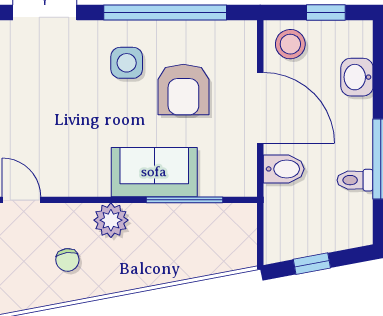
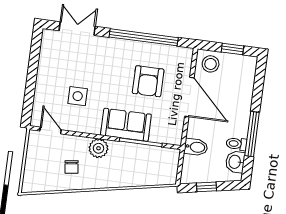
side table: (127, 63) -> (78, 96), moved
washbasin: (357, 77) -> (235, 162), moved
bidet: (284, 169) -> (196, 147), moved

